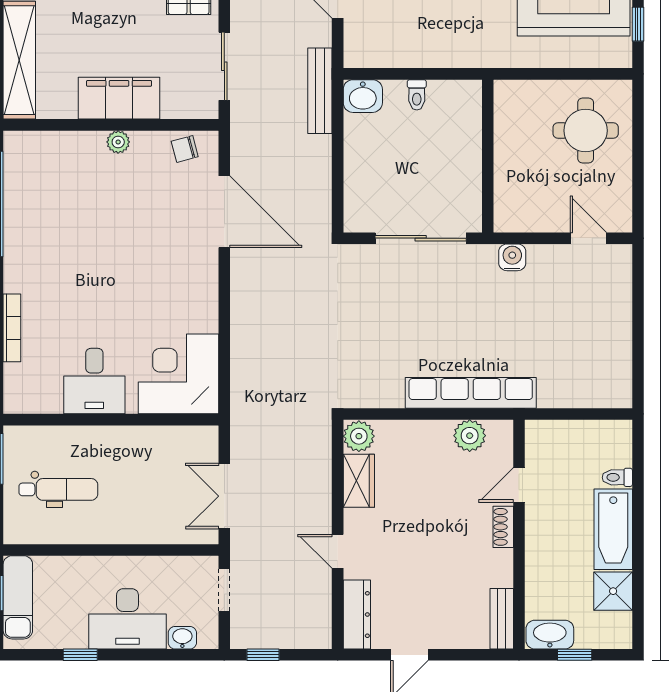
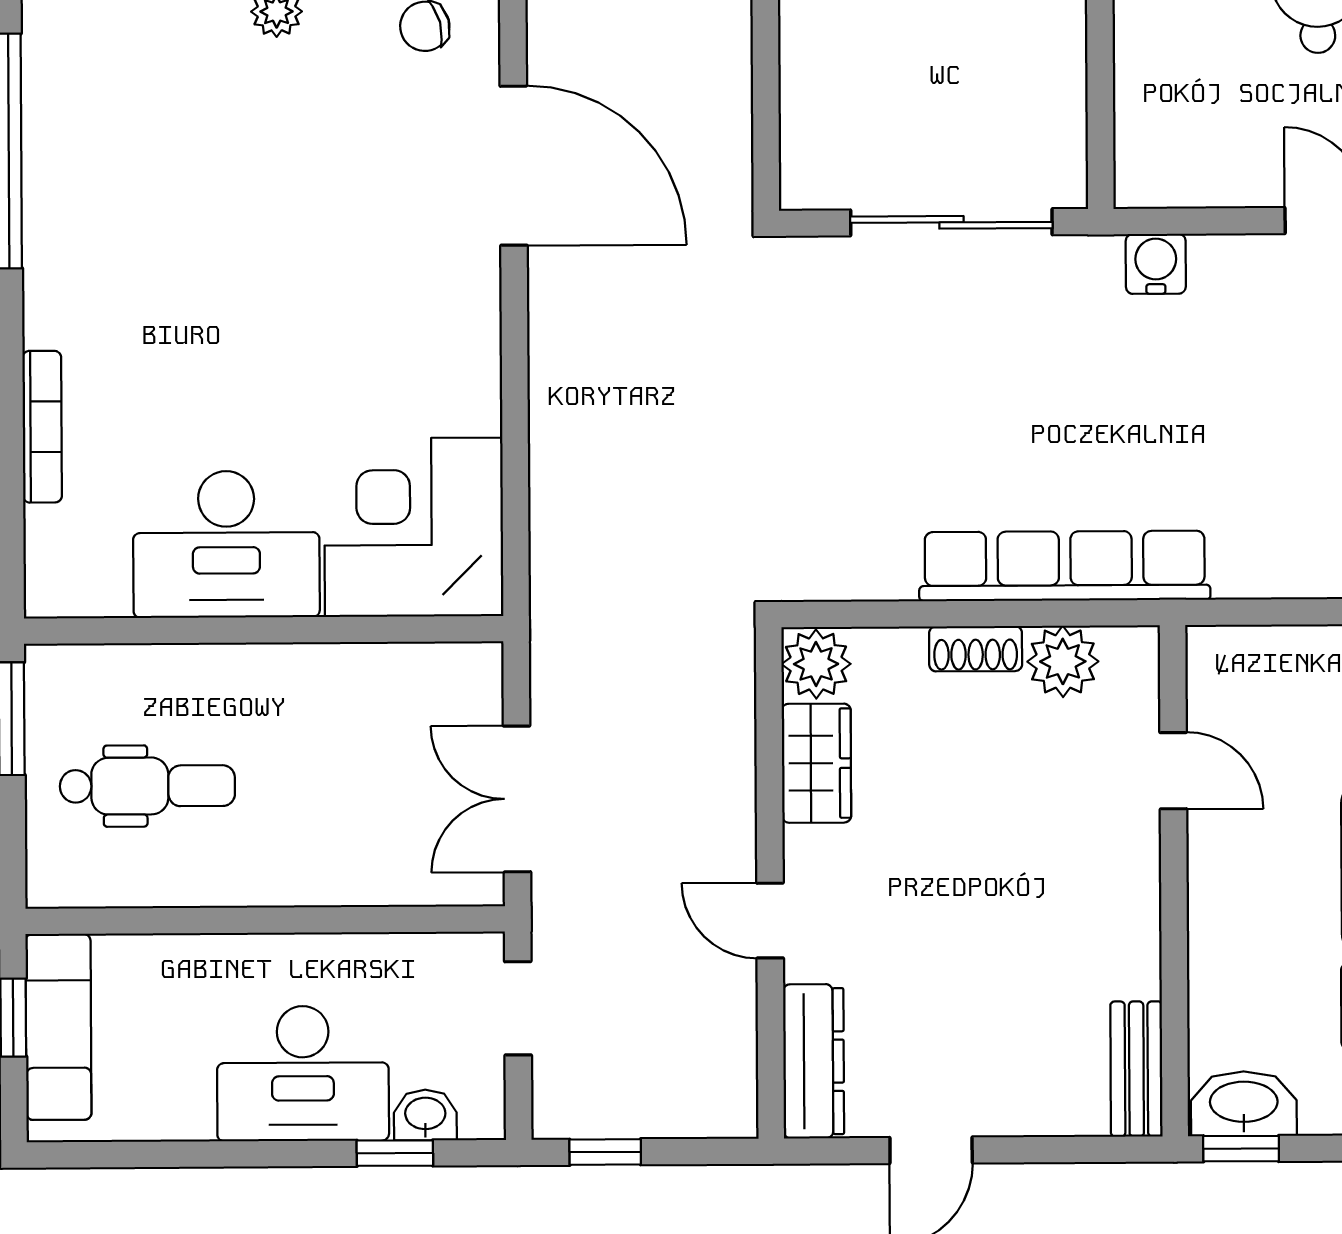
desk: (94, 381) -> (226, 544), width x1.37
door: (519, 485) -> (1173, 771), swing flipped
shoe rack: (503, 527) -> (976, 649), moved, turned -90
window: (80, 655) -> (395, 1153), moved
window: (575, 655) -> (1241, 1149), moved

